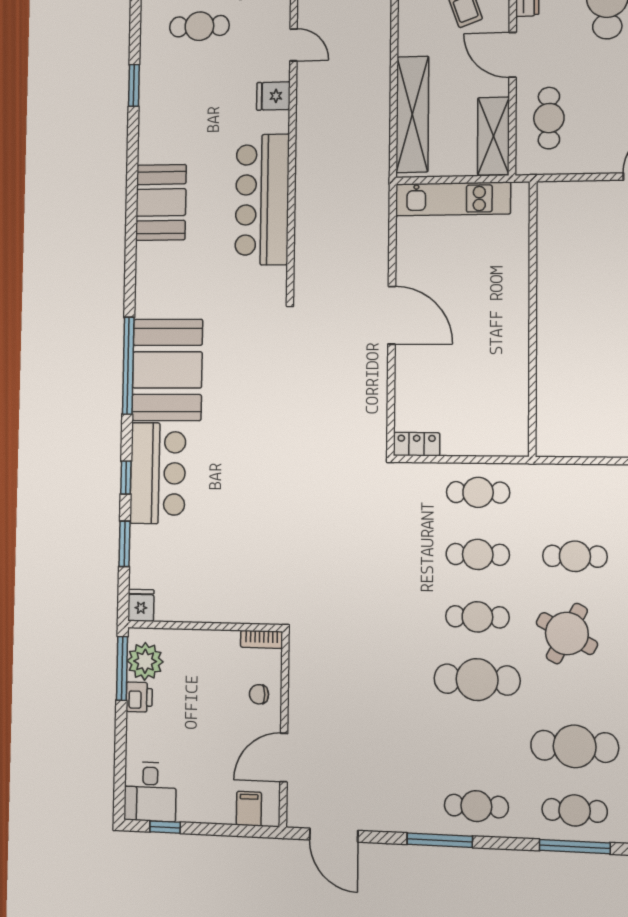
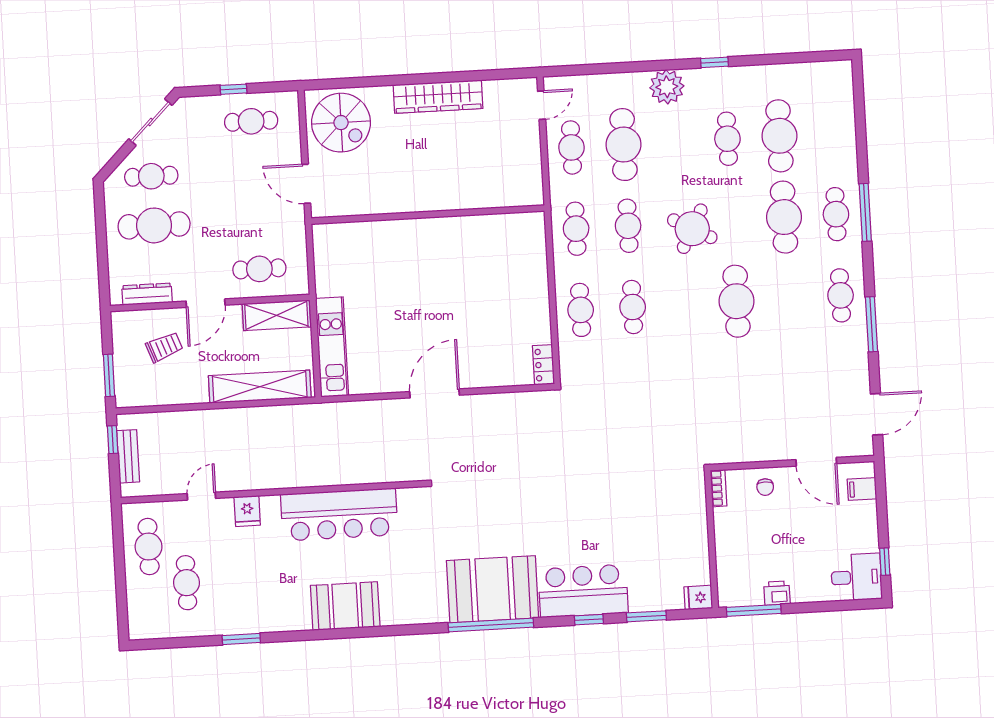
wall: (533, 318) -> (428, 215), moved
cafe table: (477, 617) -> (576, 229), moved
plant: (145, 661) -> (746, 590), removed

